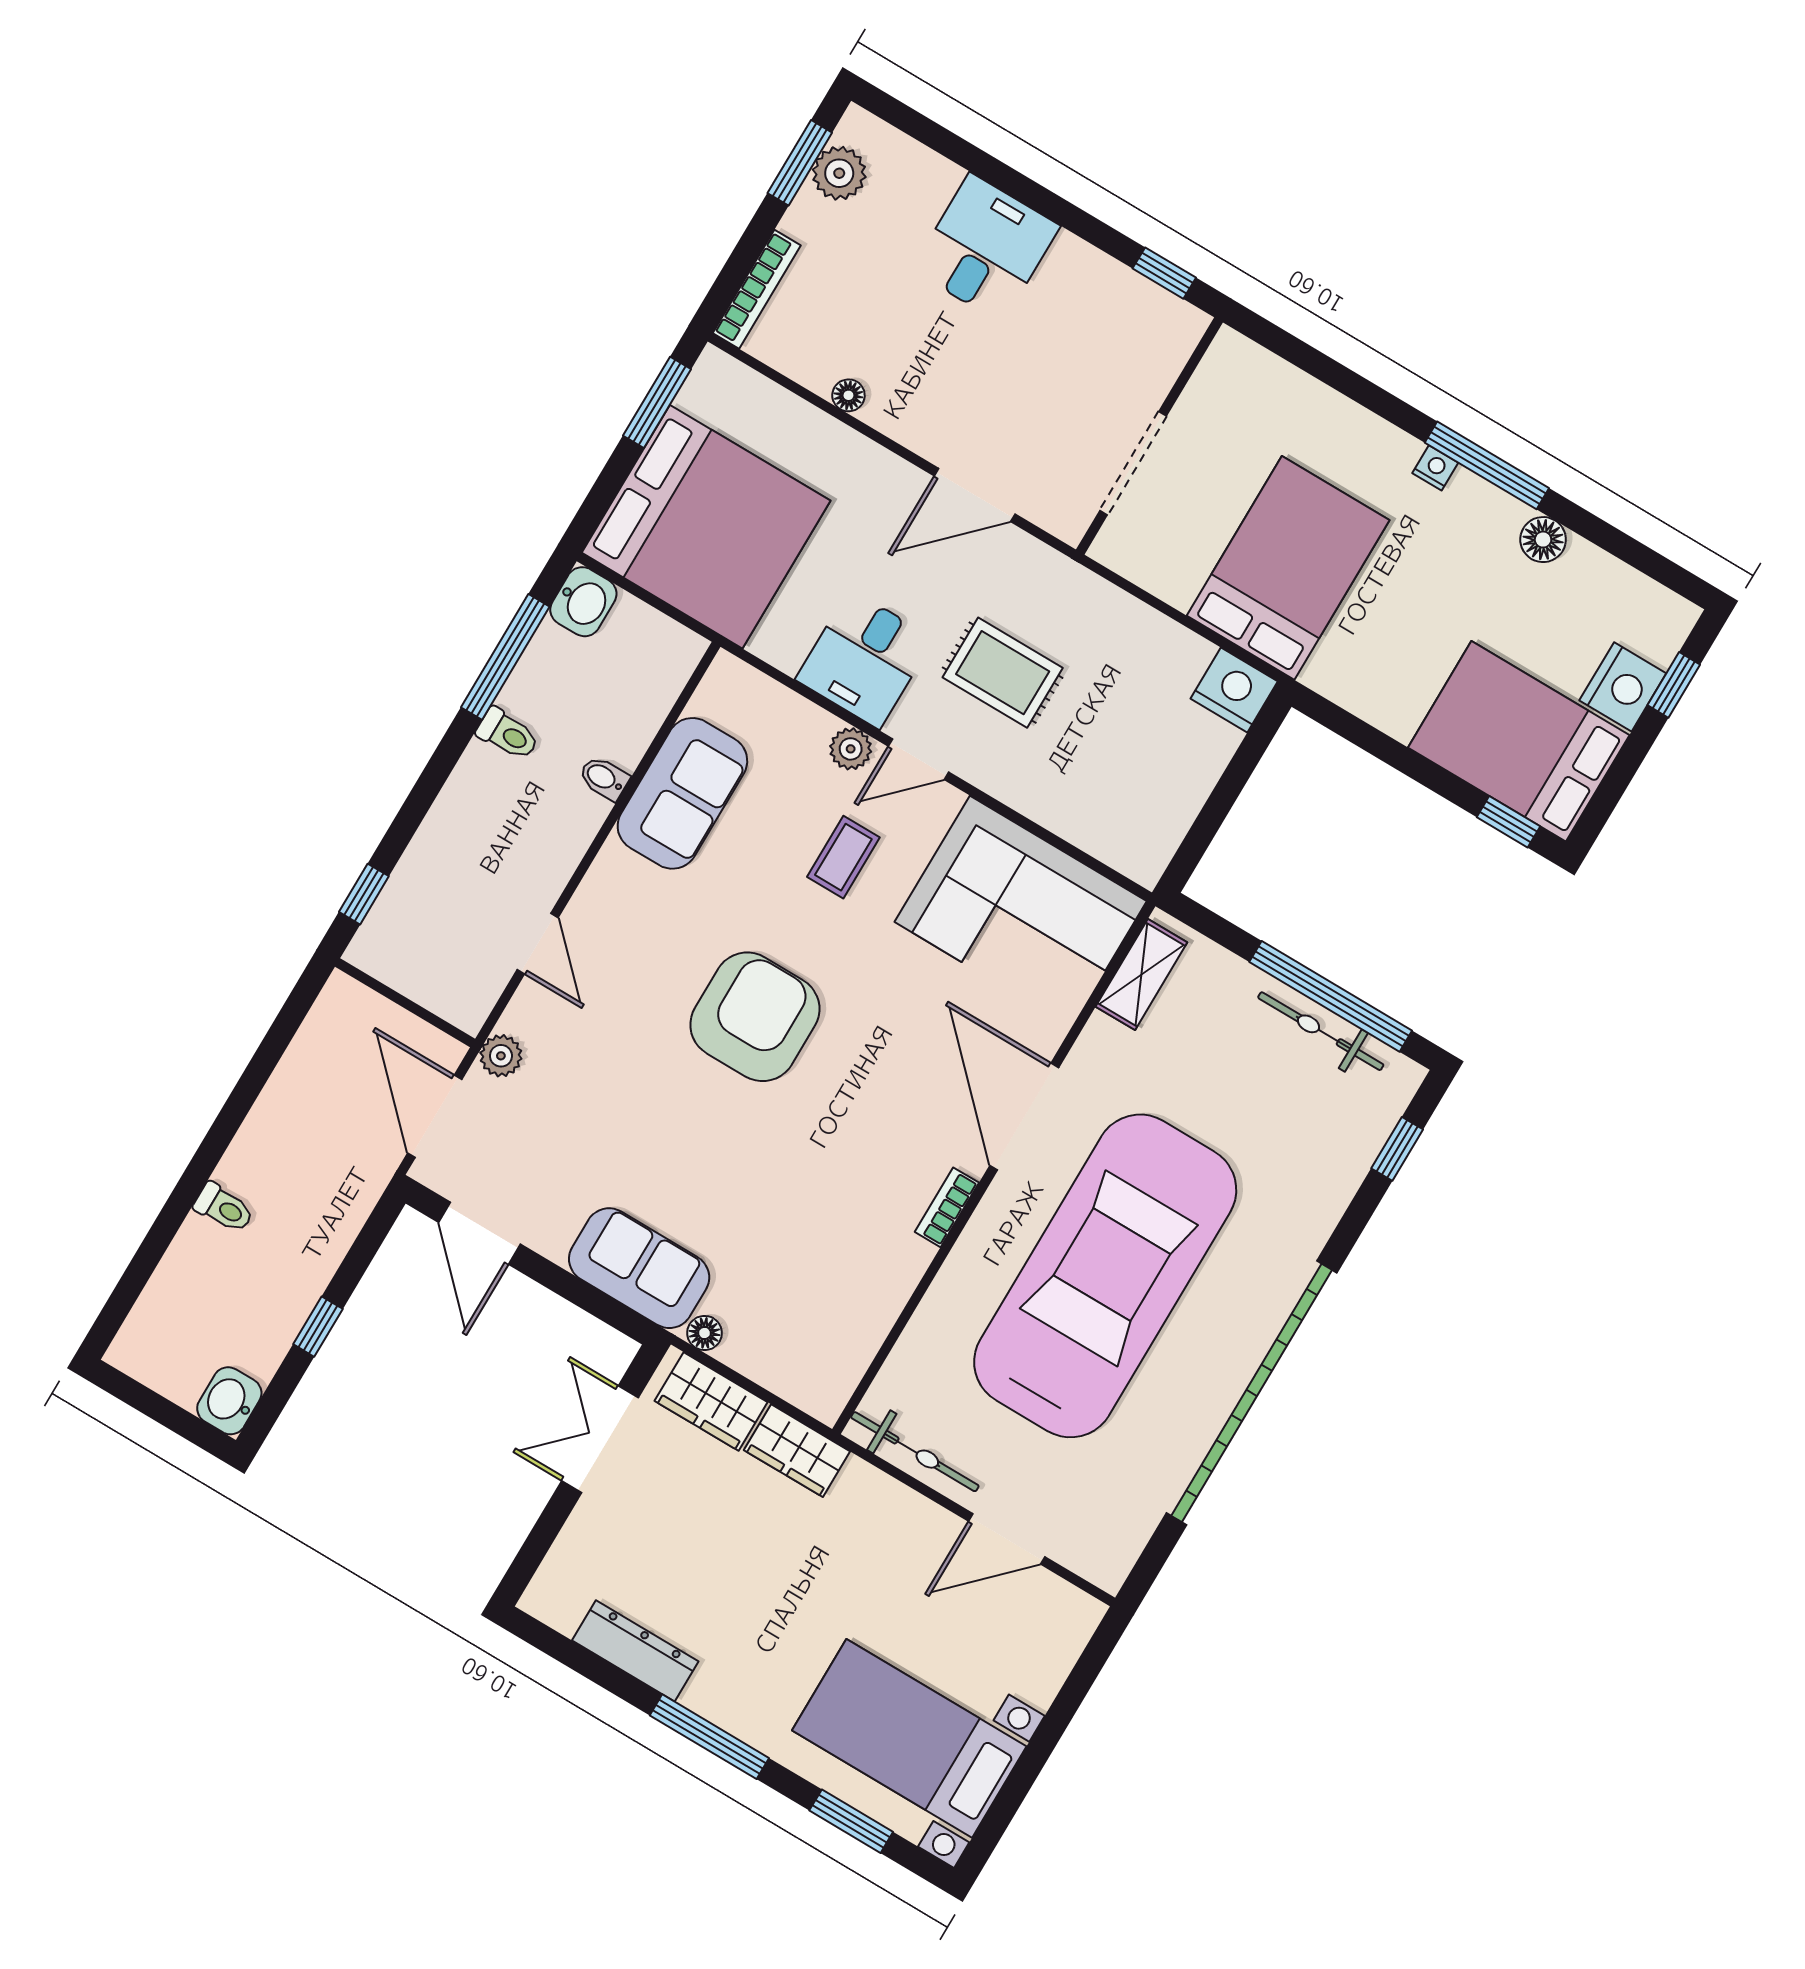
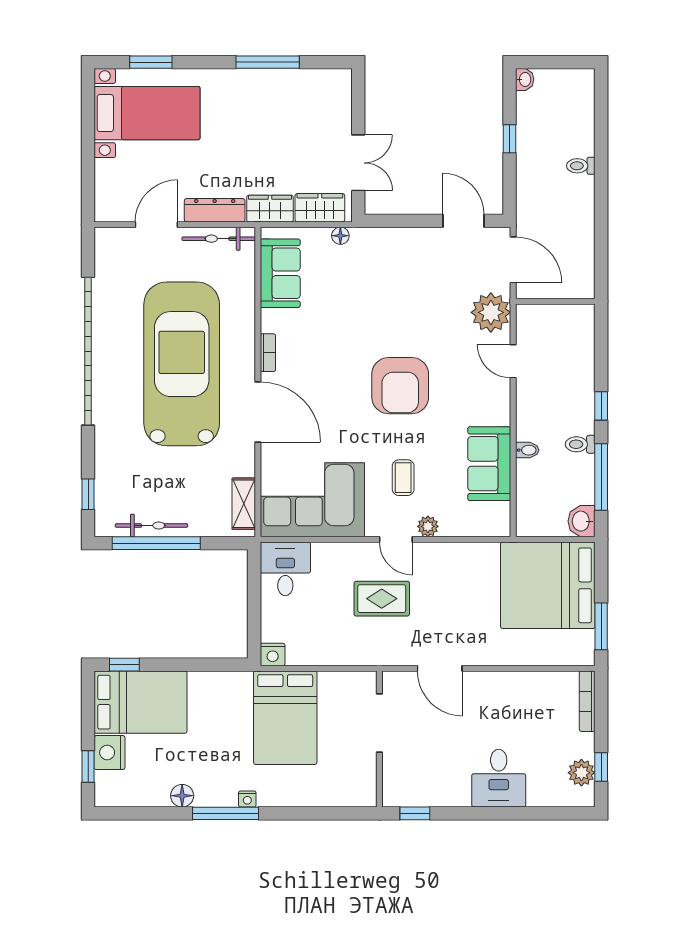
window: (800, 163) -> (601, 767), width x0.67
floor lamp: (848, 395) -> (520, 679), removed
door: (975, 495) -> (440, 668), swing flipped
desk: (865, 659) -> (285, 569), moved
nightstand: (1234, 690) -> (273, 655), width x0.74, depth x0.75
door: (918, 759) -> (396, 539), swing flipped
window: (364, 894) -> (601, 406), moved
plant: (501, 1056) -> (491, 312), width x1.88, depth x1.88
sofa: (639, 1268) -> (280, 273), moved, turned -90
car: (1105, 1276) -> (182, 364), turned 180
washbasin: (229, 1401) -> (525, 79), width x0.72, depth x0.69
dresser: (635, 1651) -> (215, 210), moved, turned 180
window: (709, 1737) -> (268, 62), moved

